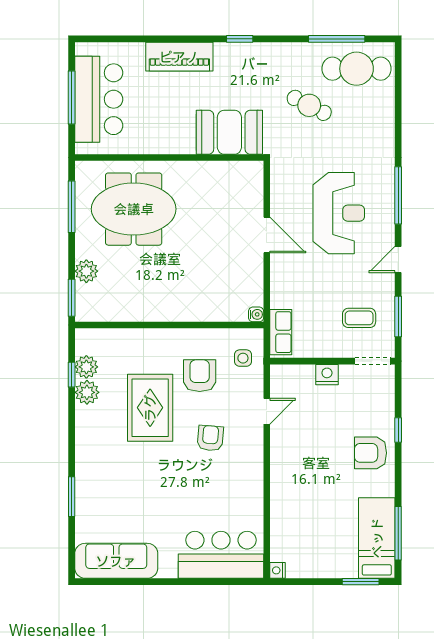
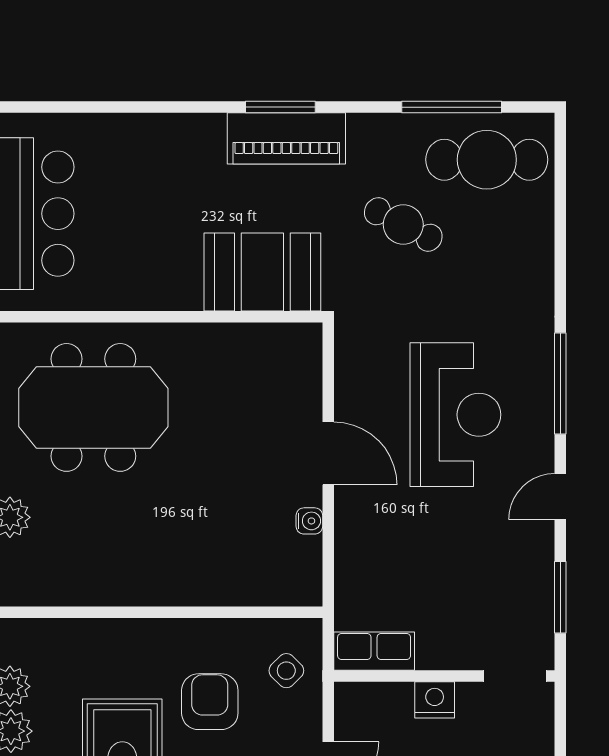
window: (240, 39) -> (280, 107), width x1.50
piano: (179, 57) -> (286, 138), moved
water cooler: (256, 314) -> (309, 521), moved
coffee table: (359, 318) -> (491, 600), removed
row of seats: (281, 332) -> (374, 651), moved, turned -90
side table: (243, 358) -> (286, 671), turned 45

